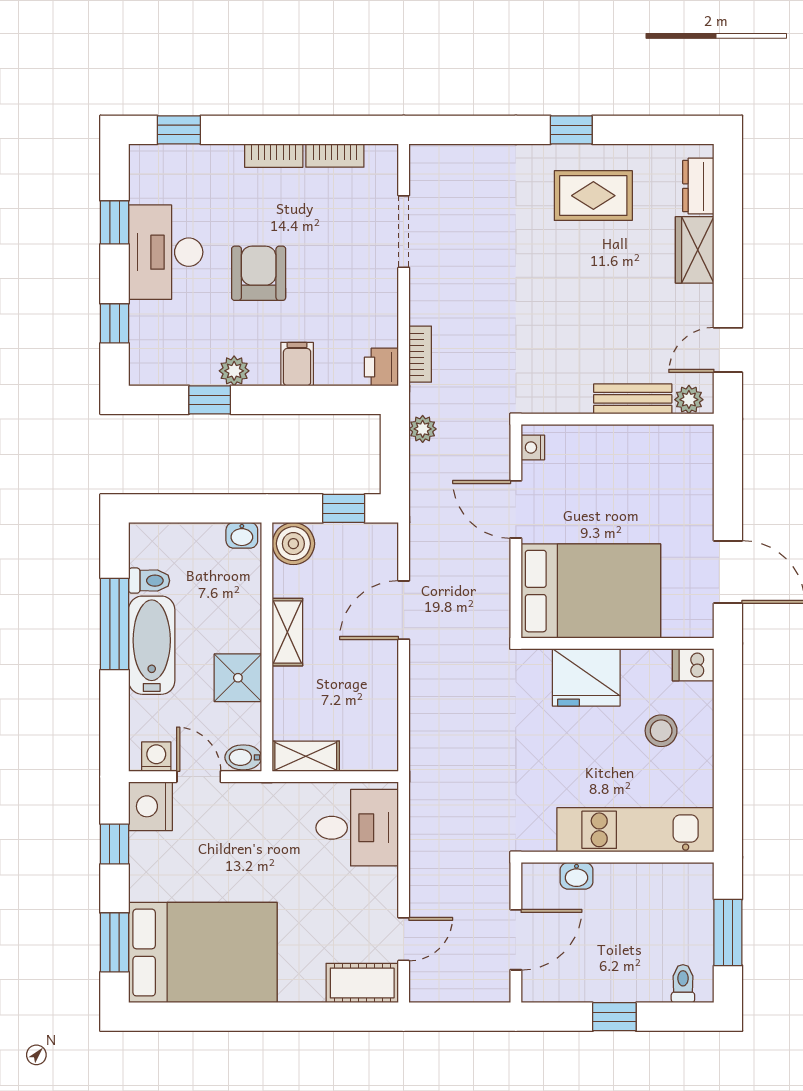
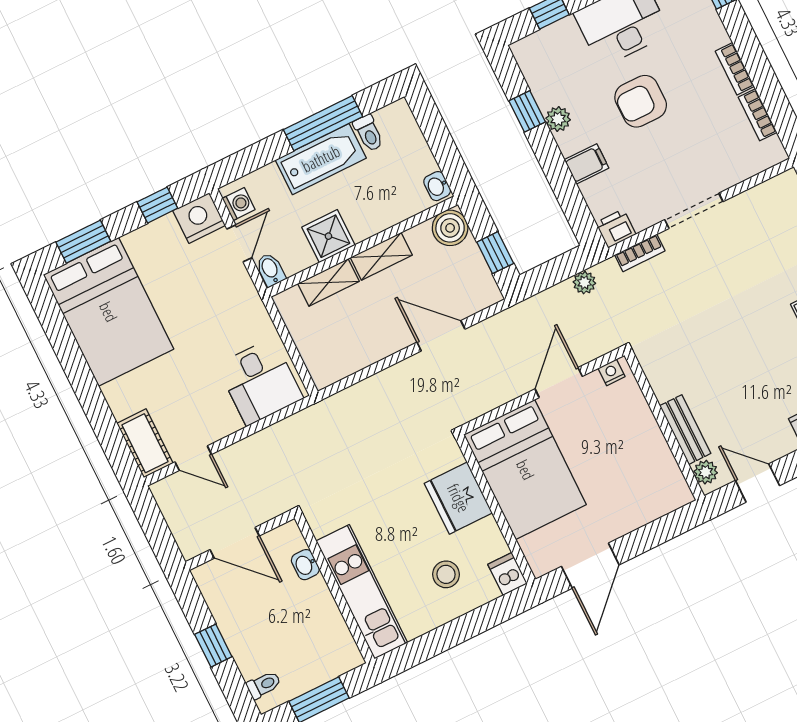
doorway: (404, 232) -> (694, 211), moved
armchair: (259, 273) -> (641, 101), turned 180
shelving: (306, 756) -> (328, 282), moved, turned 90

